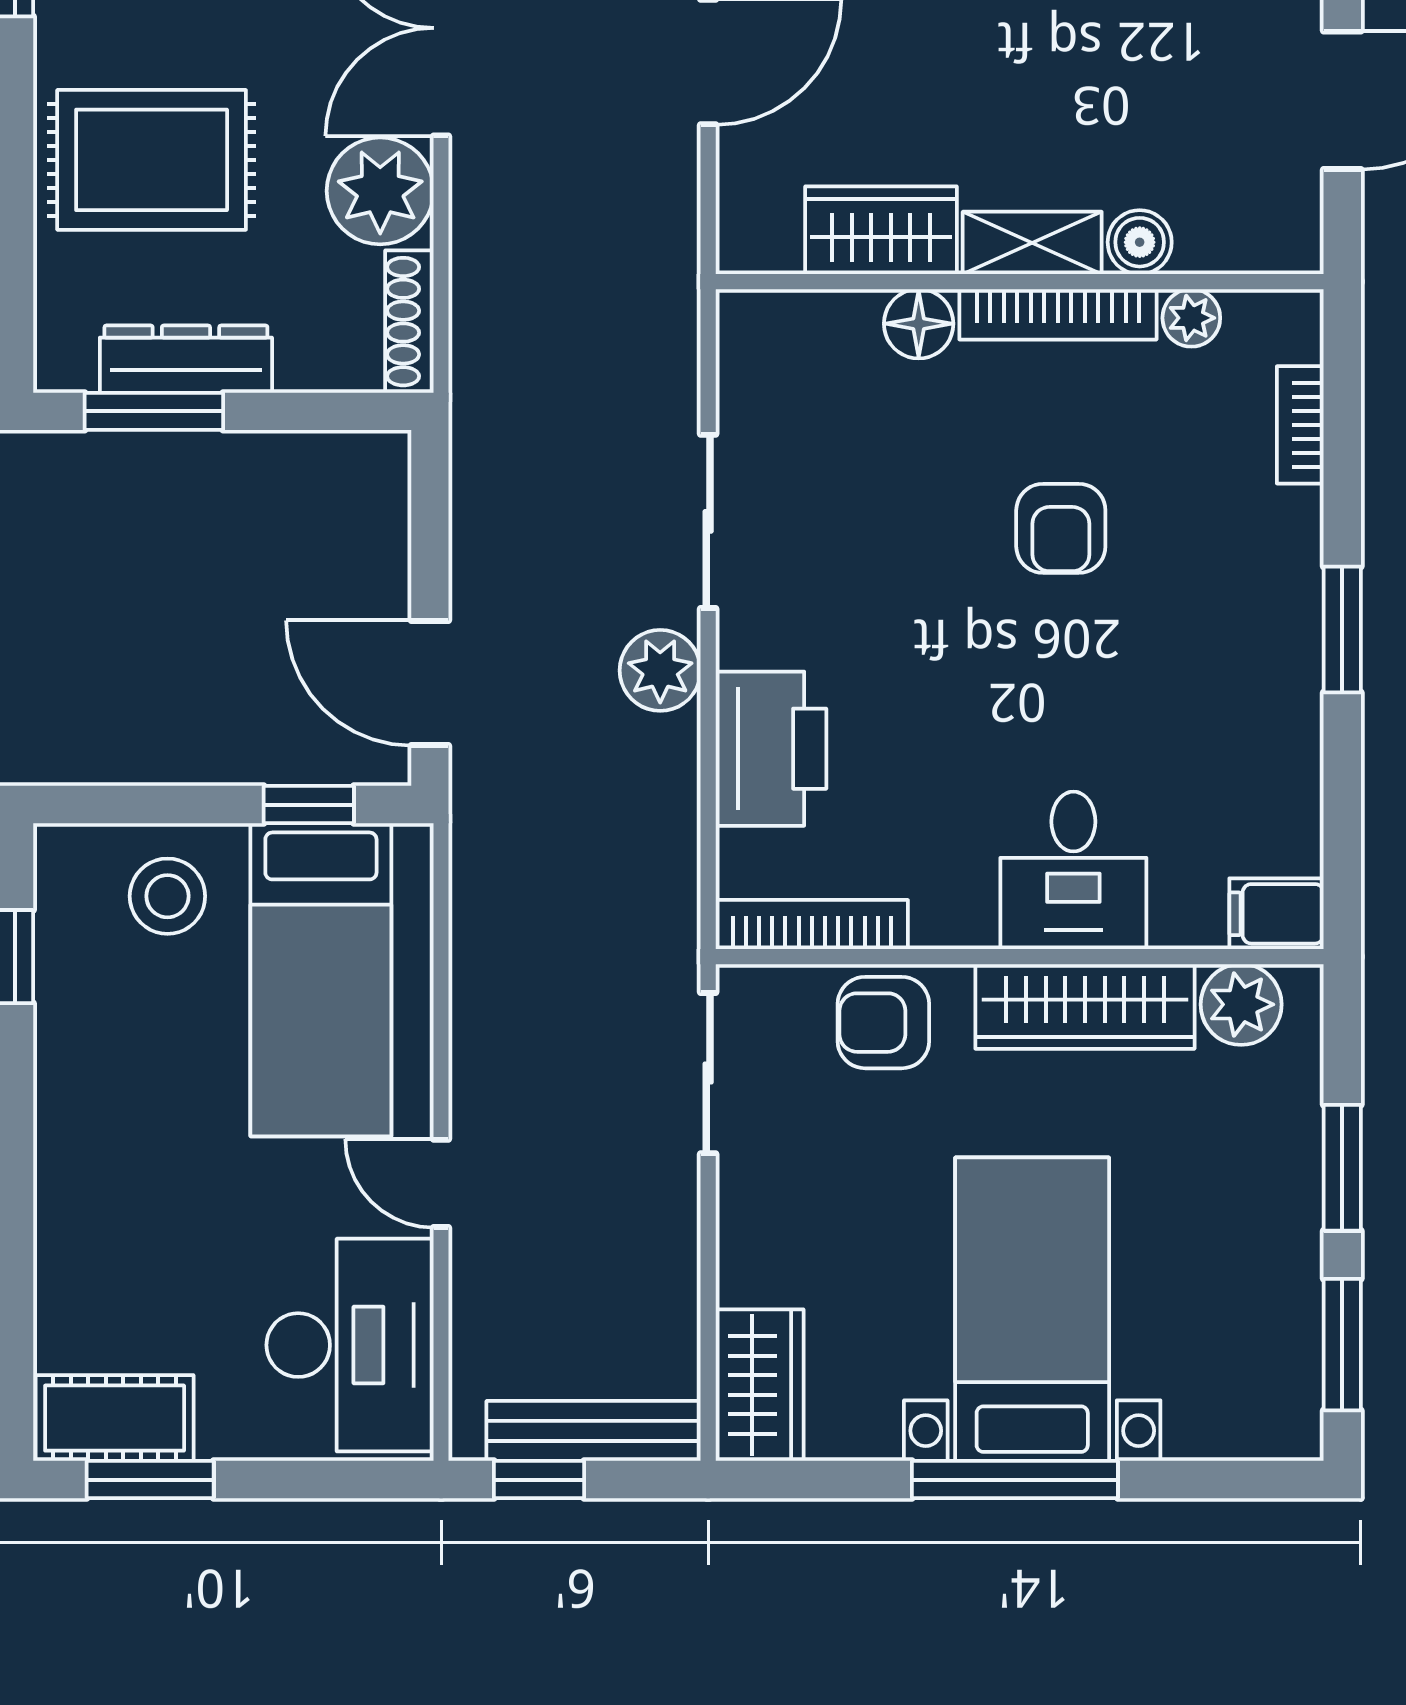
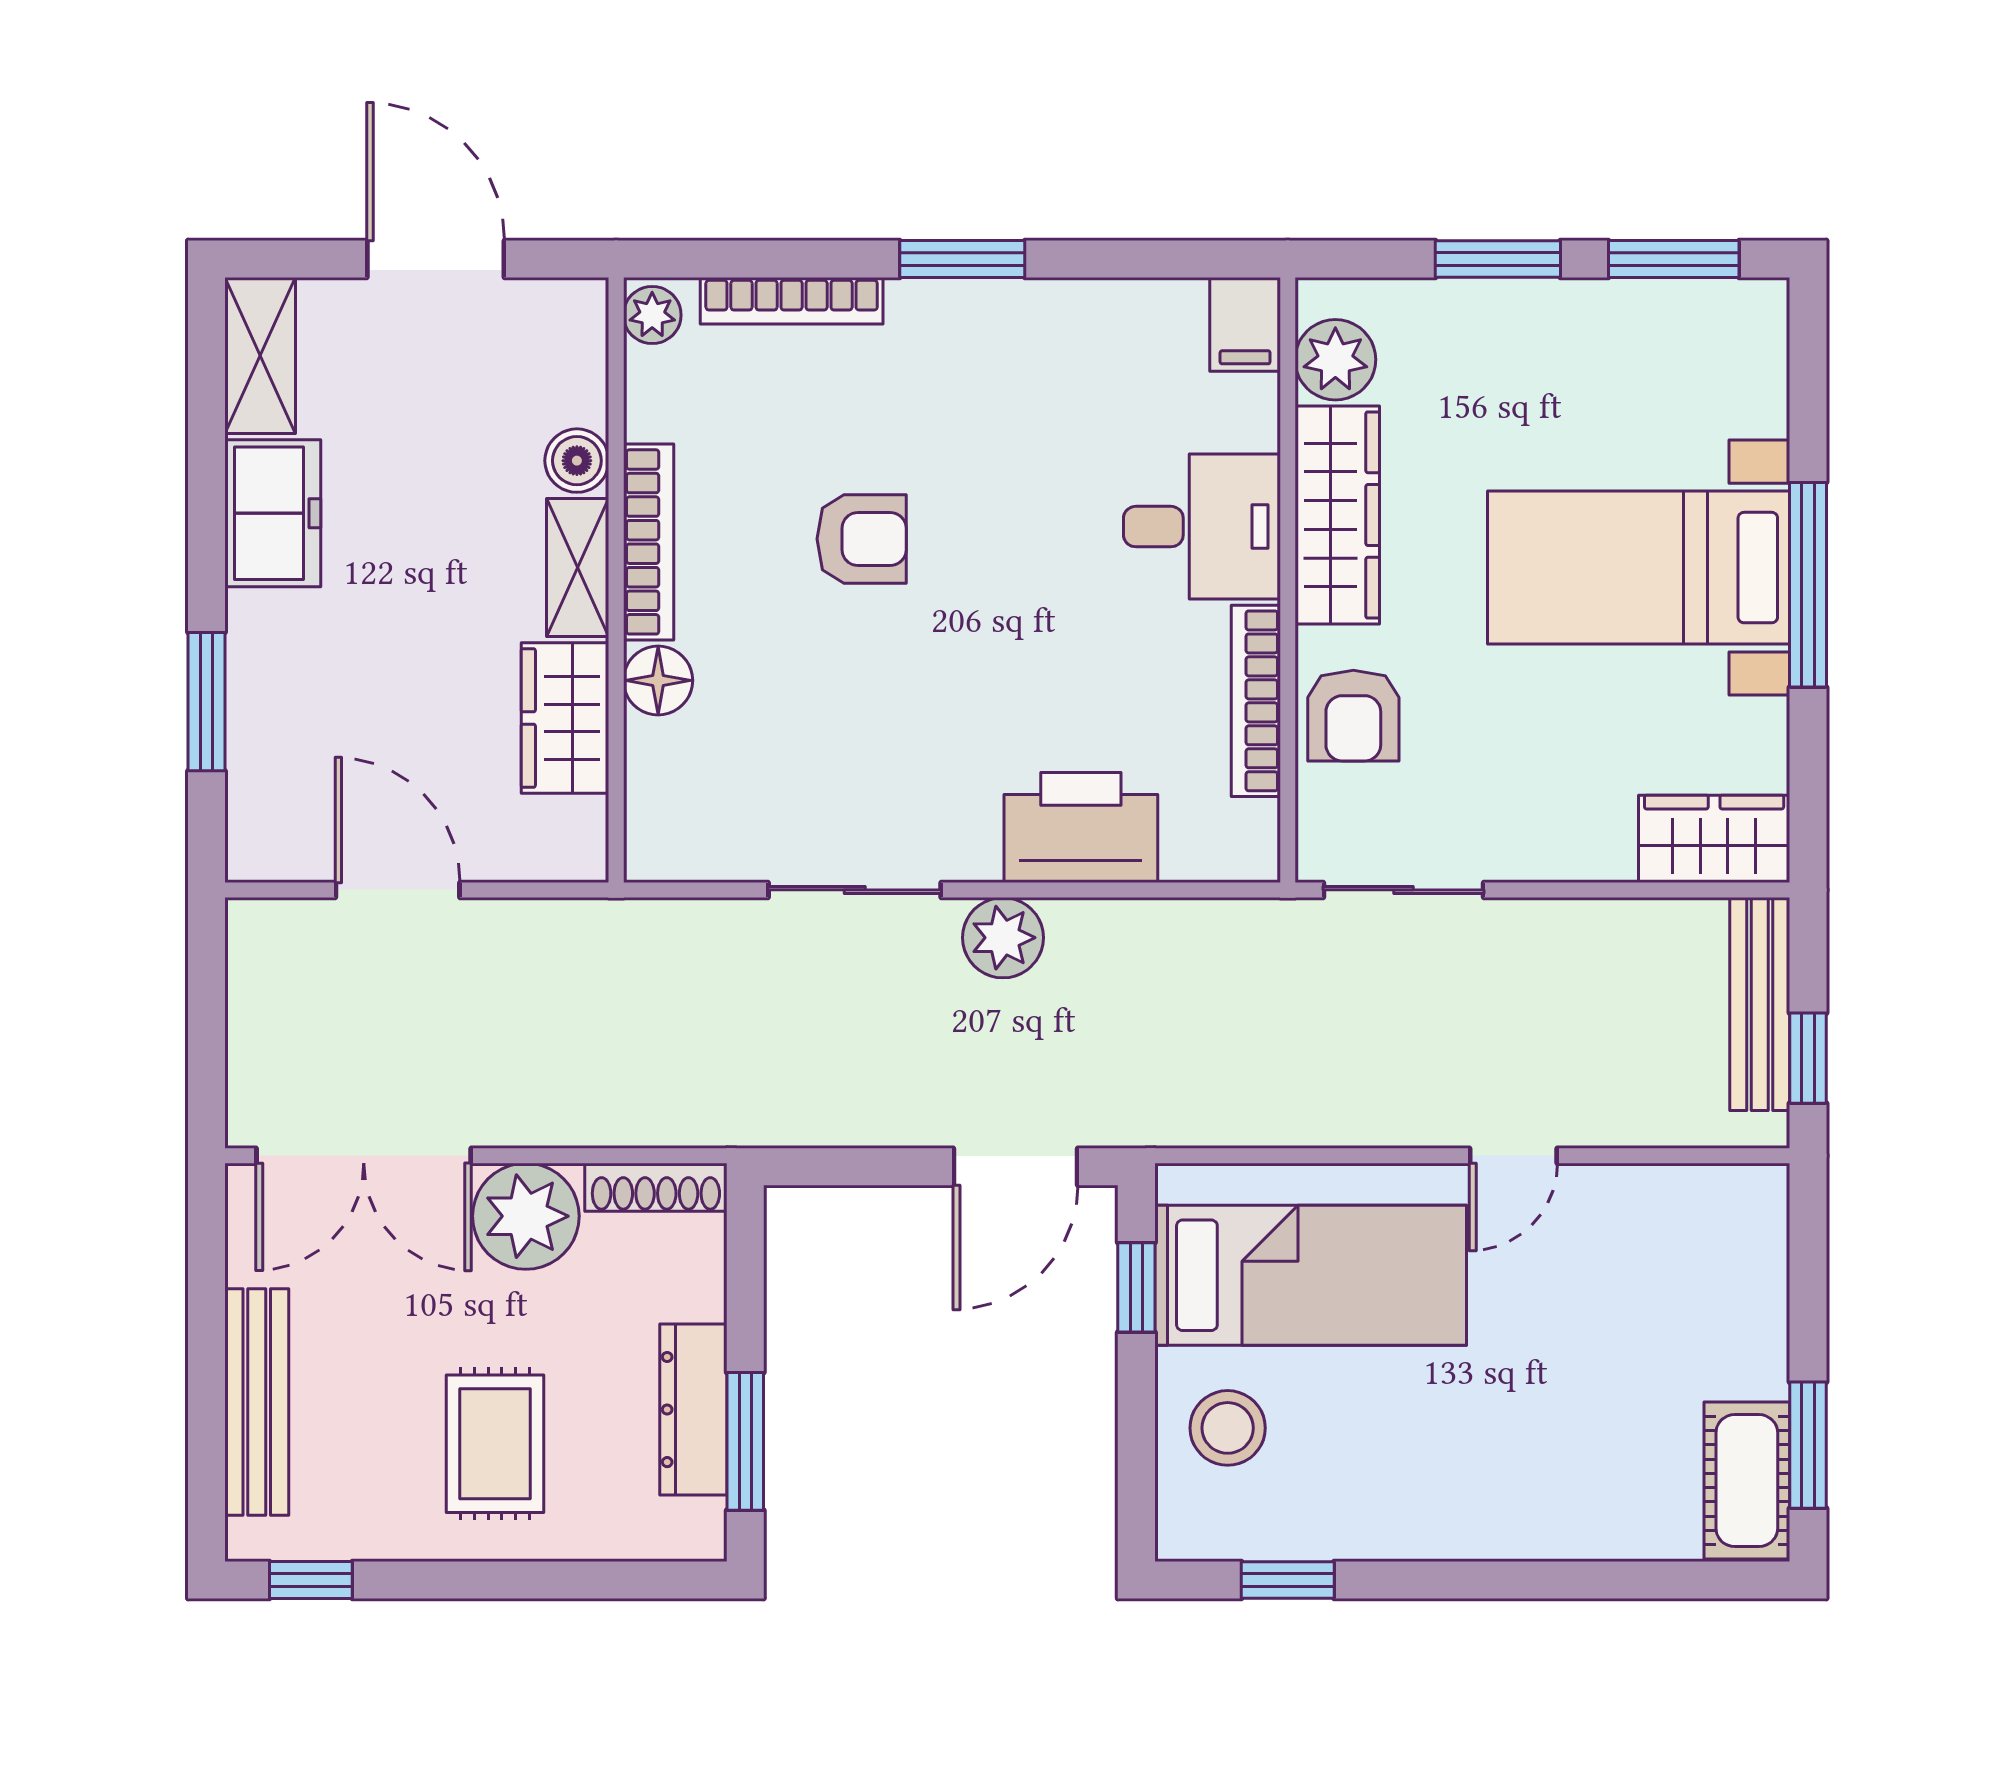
rug: (152, 160) -> (495, 1444), width x0.73, depth x0.70
plant: (1191, 318) -> (652, 315), moved
bookcase: (1300, 425) -> (792, 301), width x1.56
bookcase: (812, 925) -> (1256, 701), moved
desk: (350, 1345) -> (1674, 1246), removed

